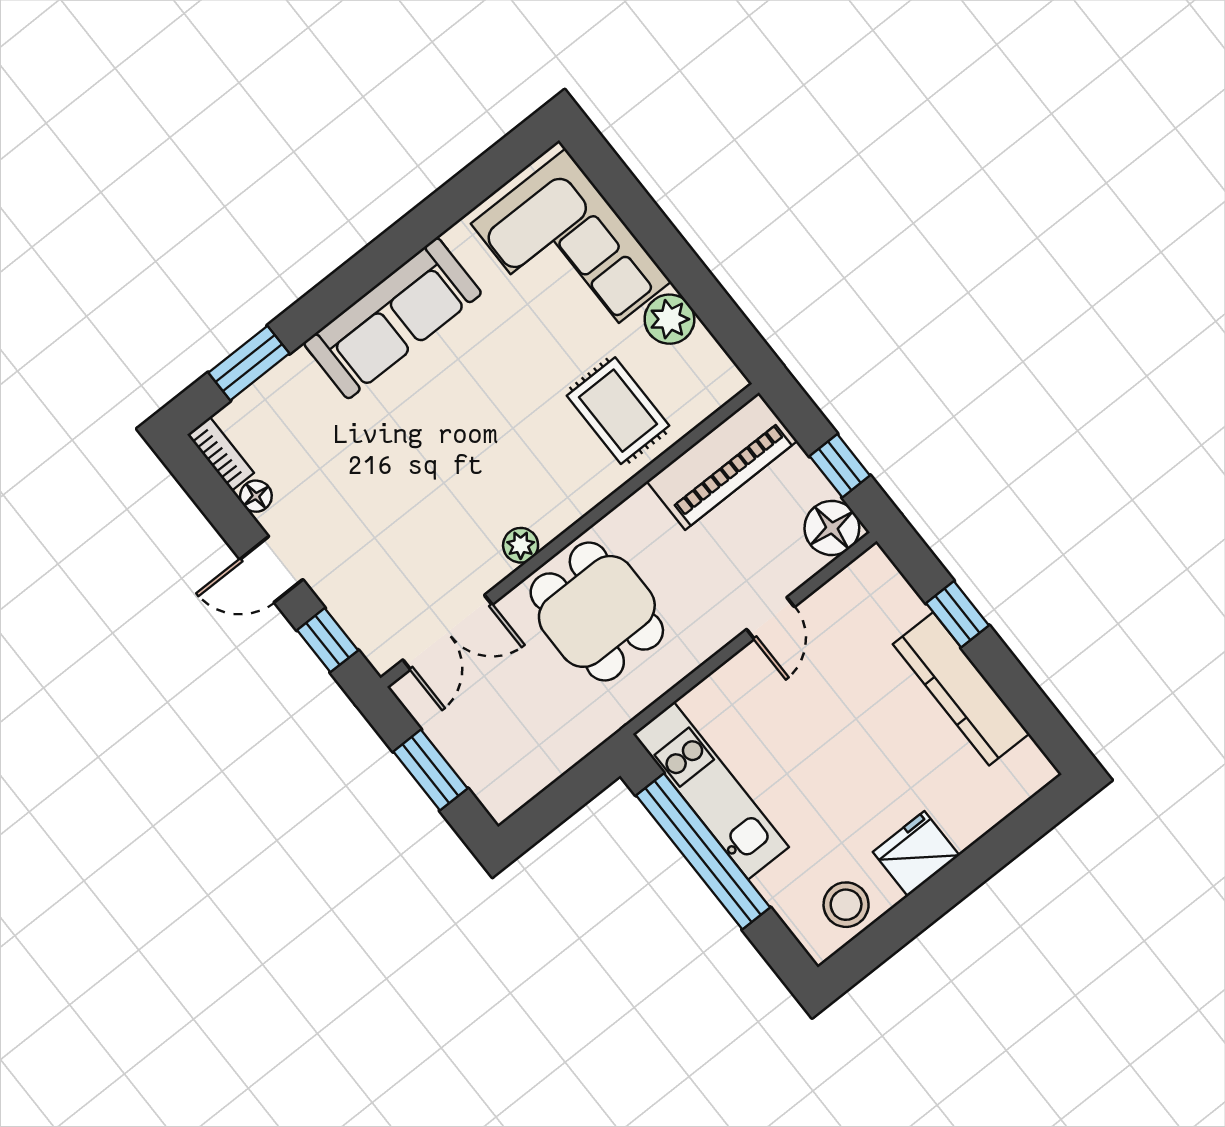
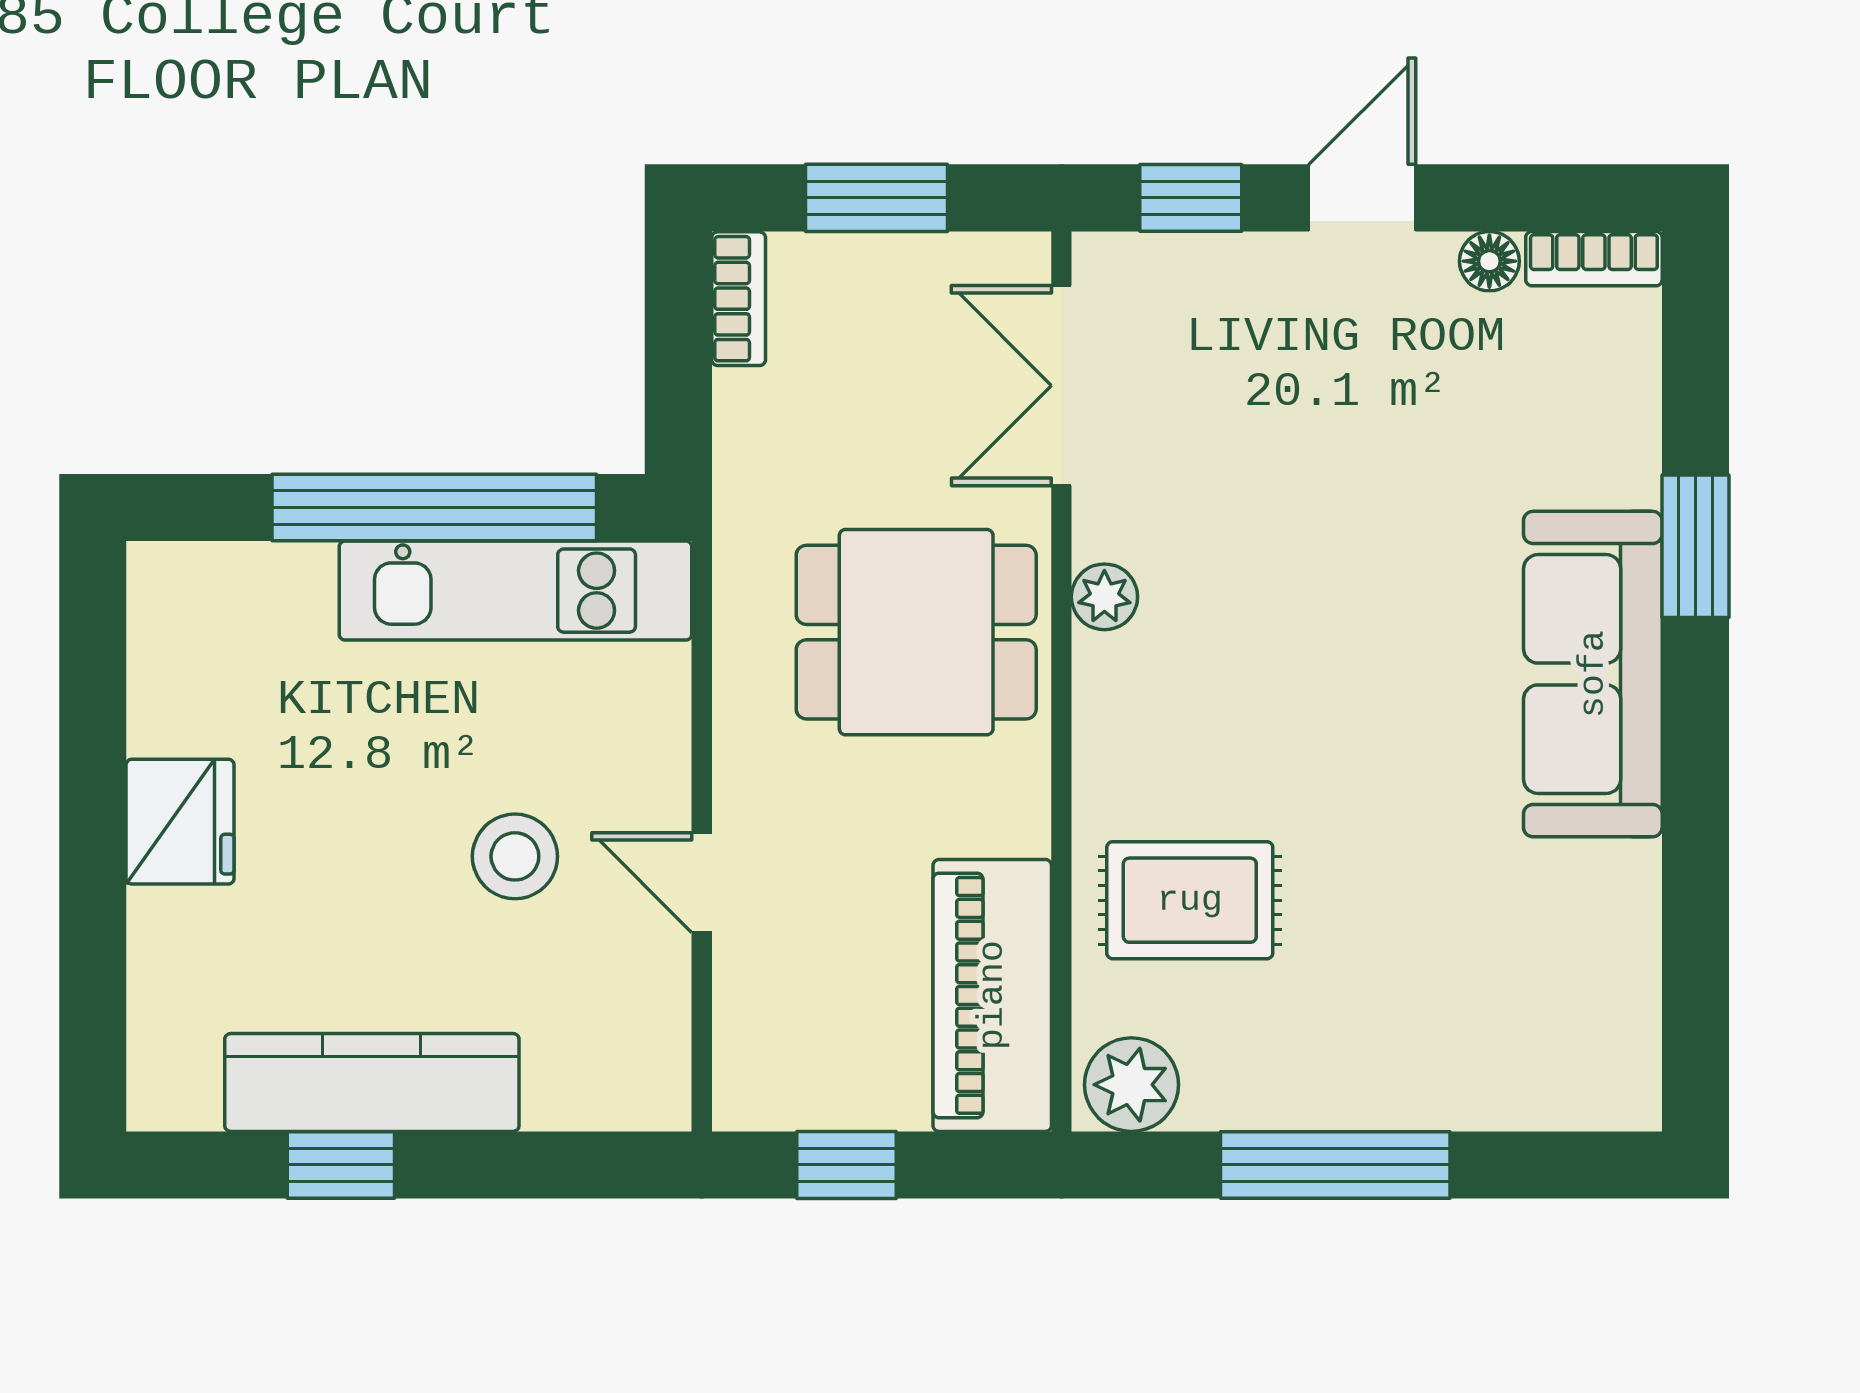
corner sofa: (571, 253) -> (1480, 1016), removed
window: (680, 264) -> (1335, 1165), added
plant: (669, 319) -> (1131, 1085), moved
window: (249, 363) -> (1696, 546), moved
floor lamp: (832, 528) -> (763, 1080), removed
window: (957, 614) -> (341, 1165), moved
bookcase: (517, 794) -> (739, 299), added
stool: (846, 905) -> (515, 856), moved

